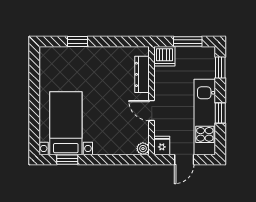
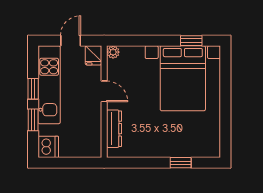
window: (188, 42) -> (67, 163), removed
dishwasher: (164, 56) -> (48, 147), moved, turned 90
window: (220, 68) -> (33, 120), moved
bed with nightstands: (66, 123) -> (183, 78), width x1.36

